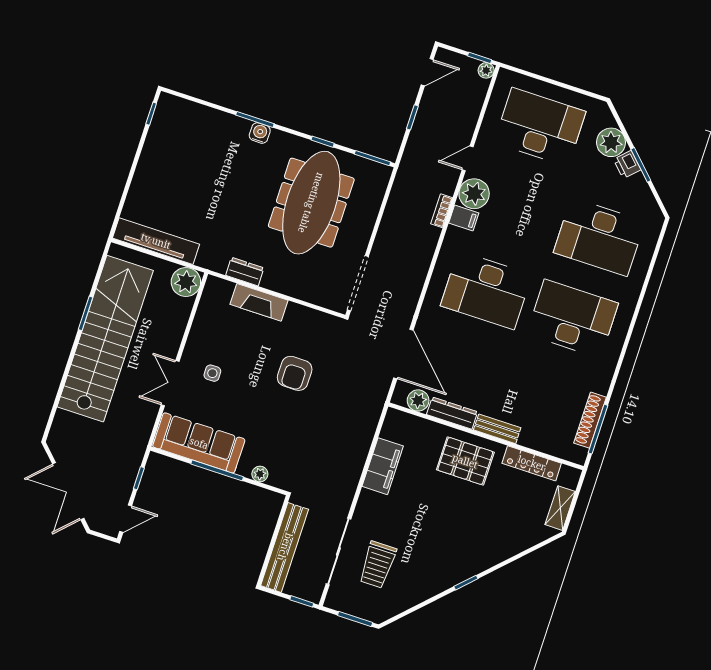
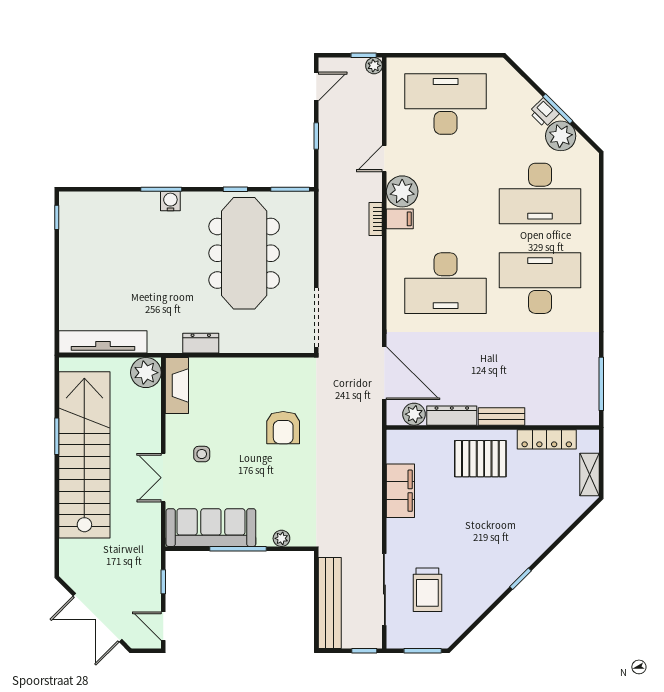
plant: (611, 142) -> (561, 136), moved
fireplace: (259, 302) -> (177, 385), moved, turned -90
shoe rack: (590, 420) -> (590, 378), removed
door: (126, 519) -> (163, 626), swing flipped

